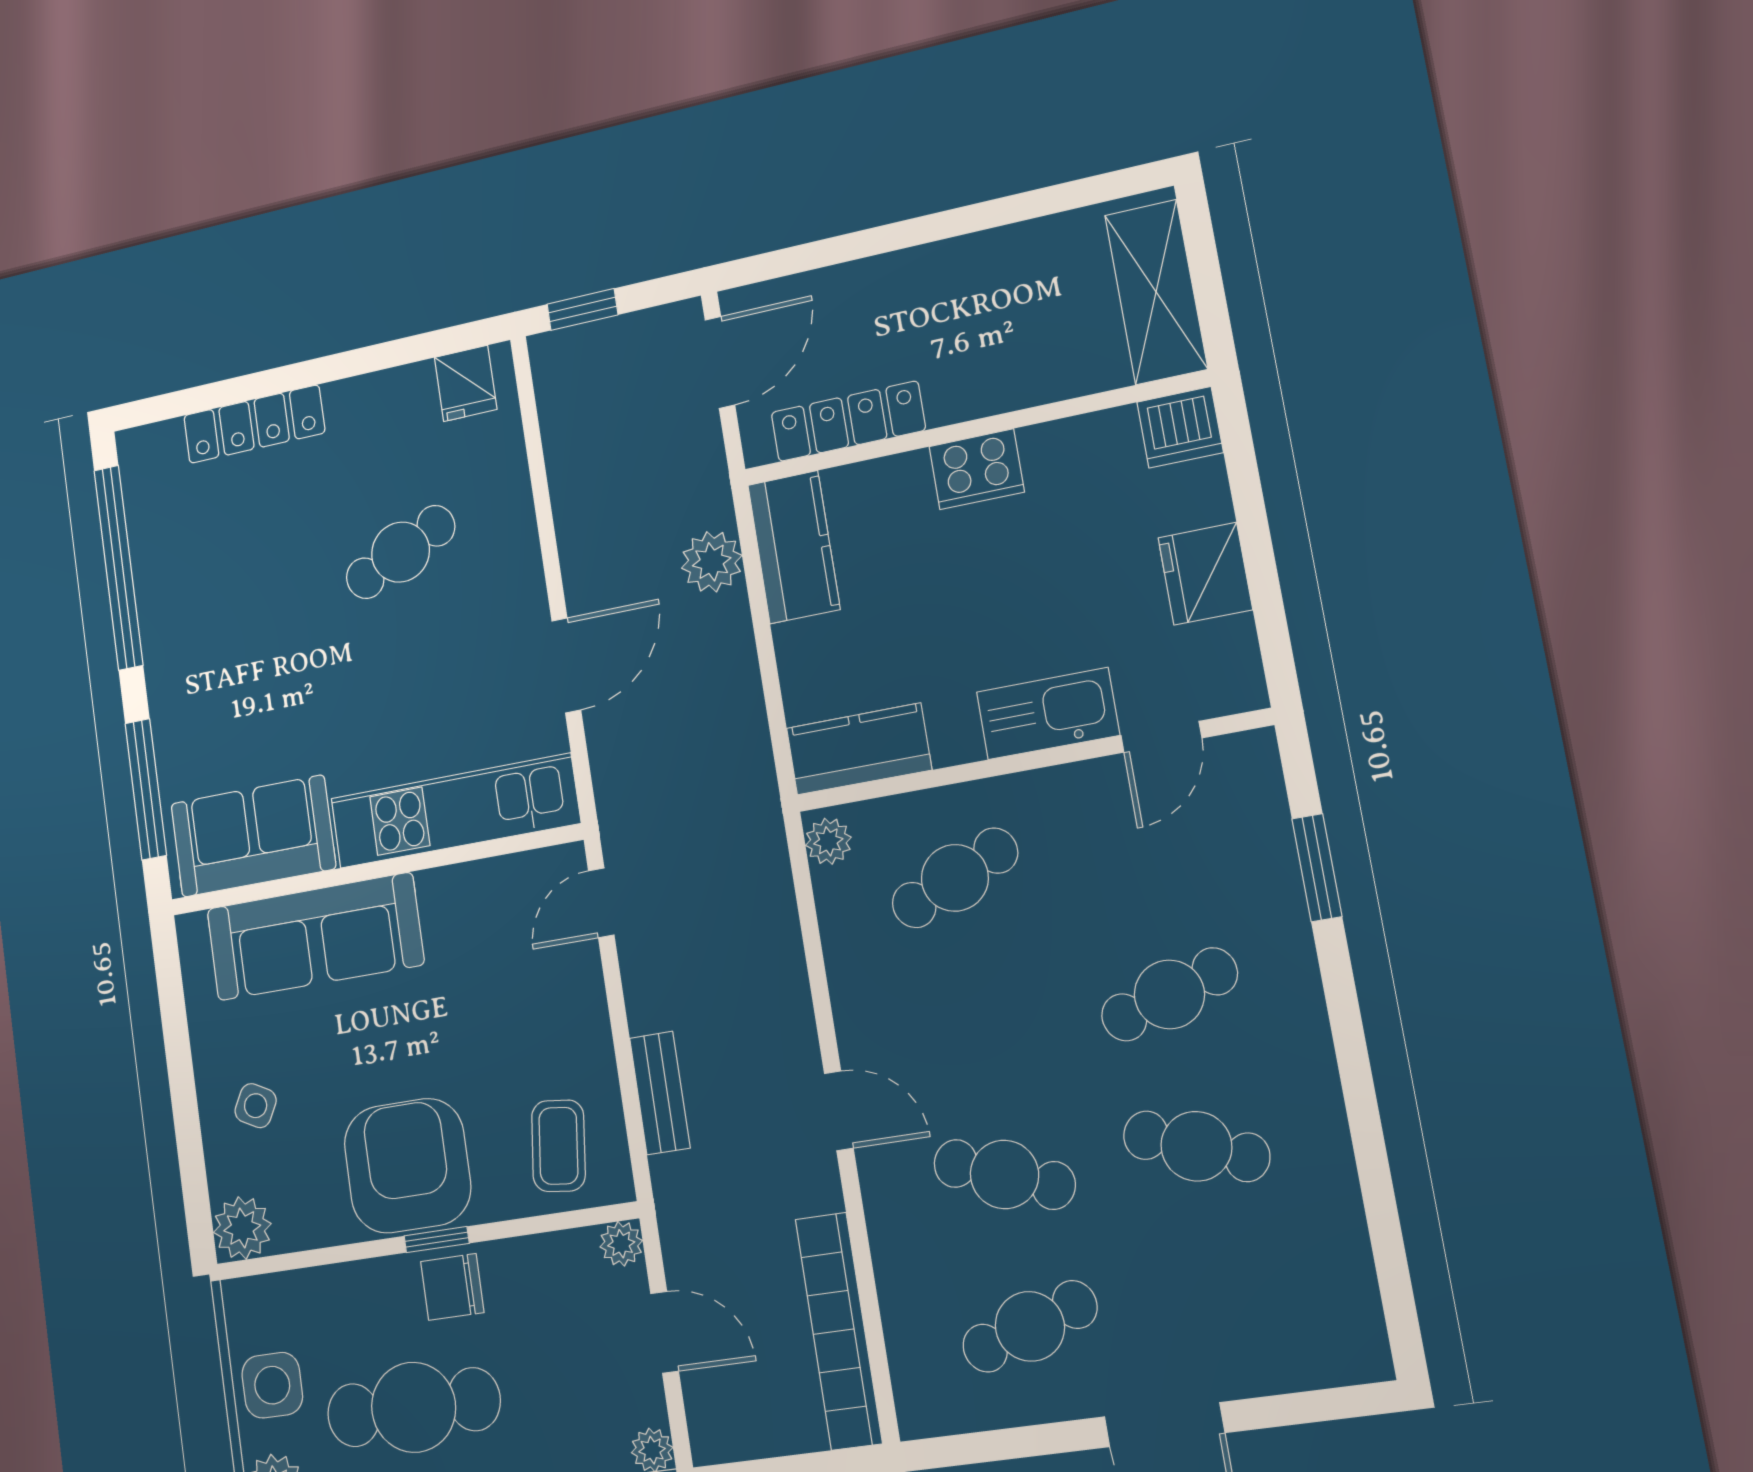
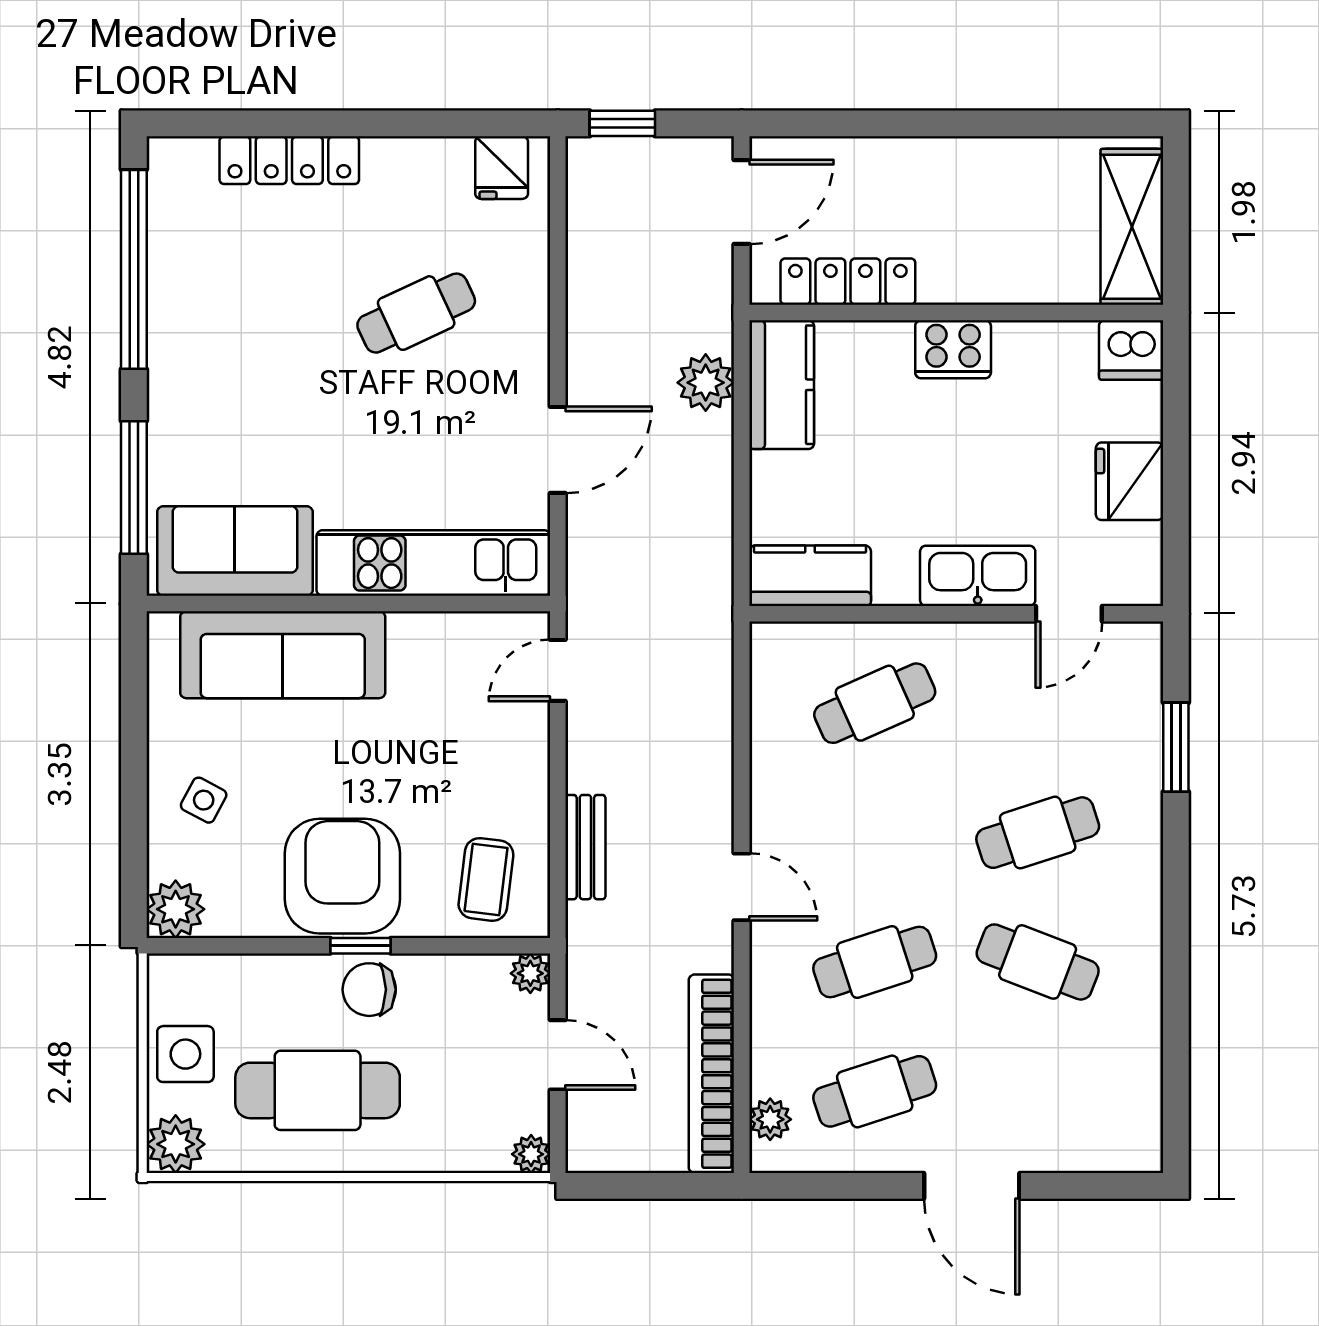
plant: (828, 841) -> (770, 1119), moved
cafe table: (1004, 1174) -> (875, 962), turned -39

